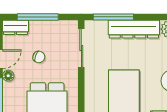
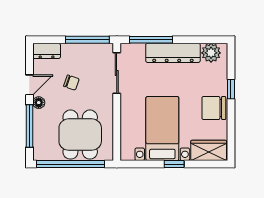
window: (38, 17) -> (87, 40), moved

